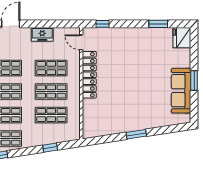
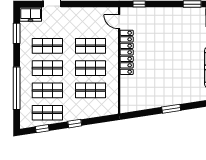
freezer: (42, 34) -> (82, 14), removed
window: (50, 148) -> (75, 124), moved

